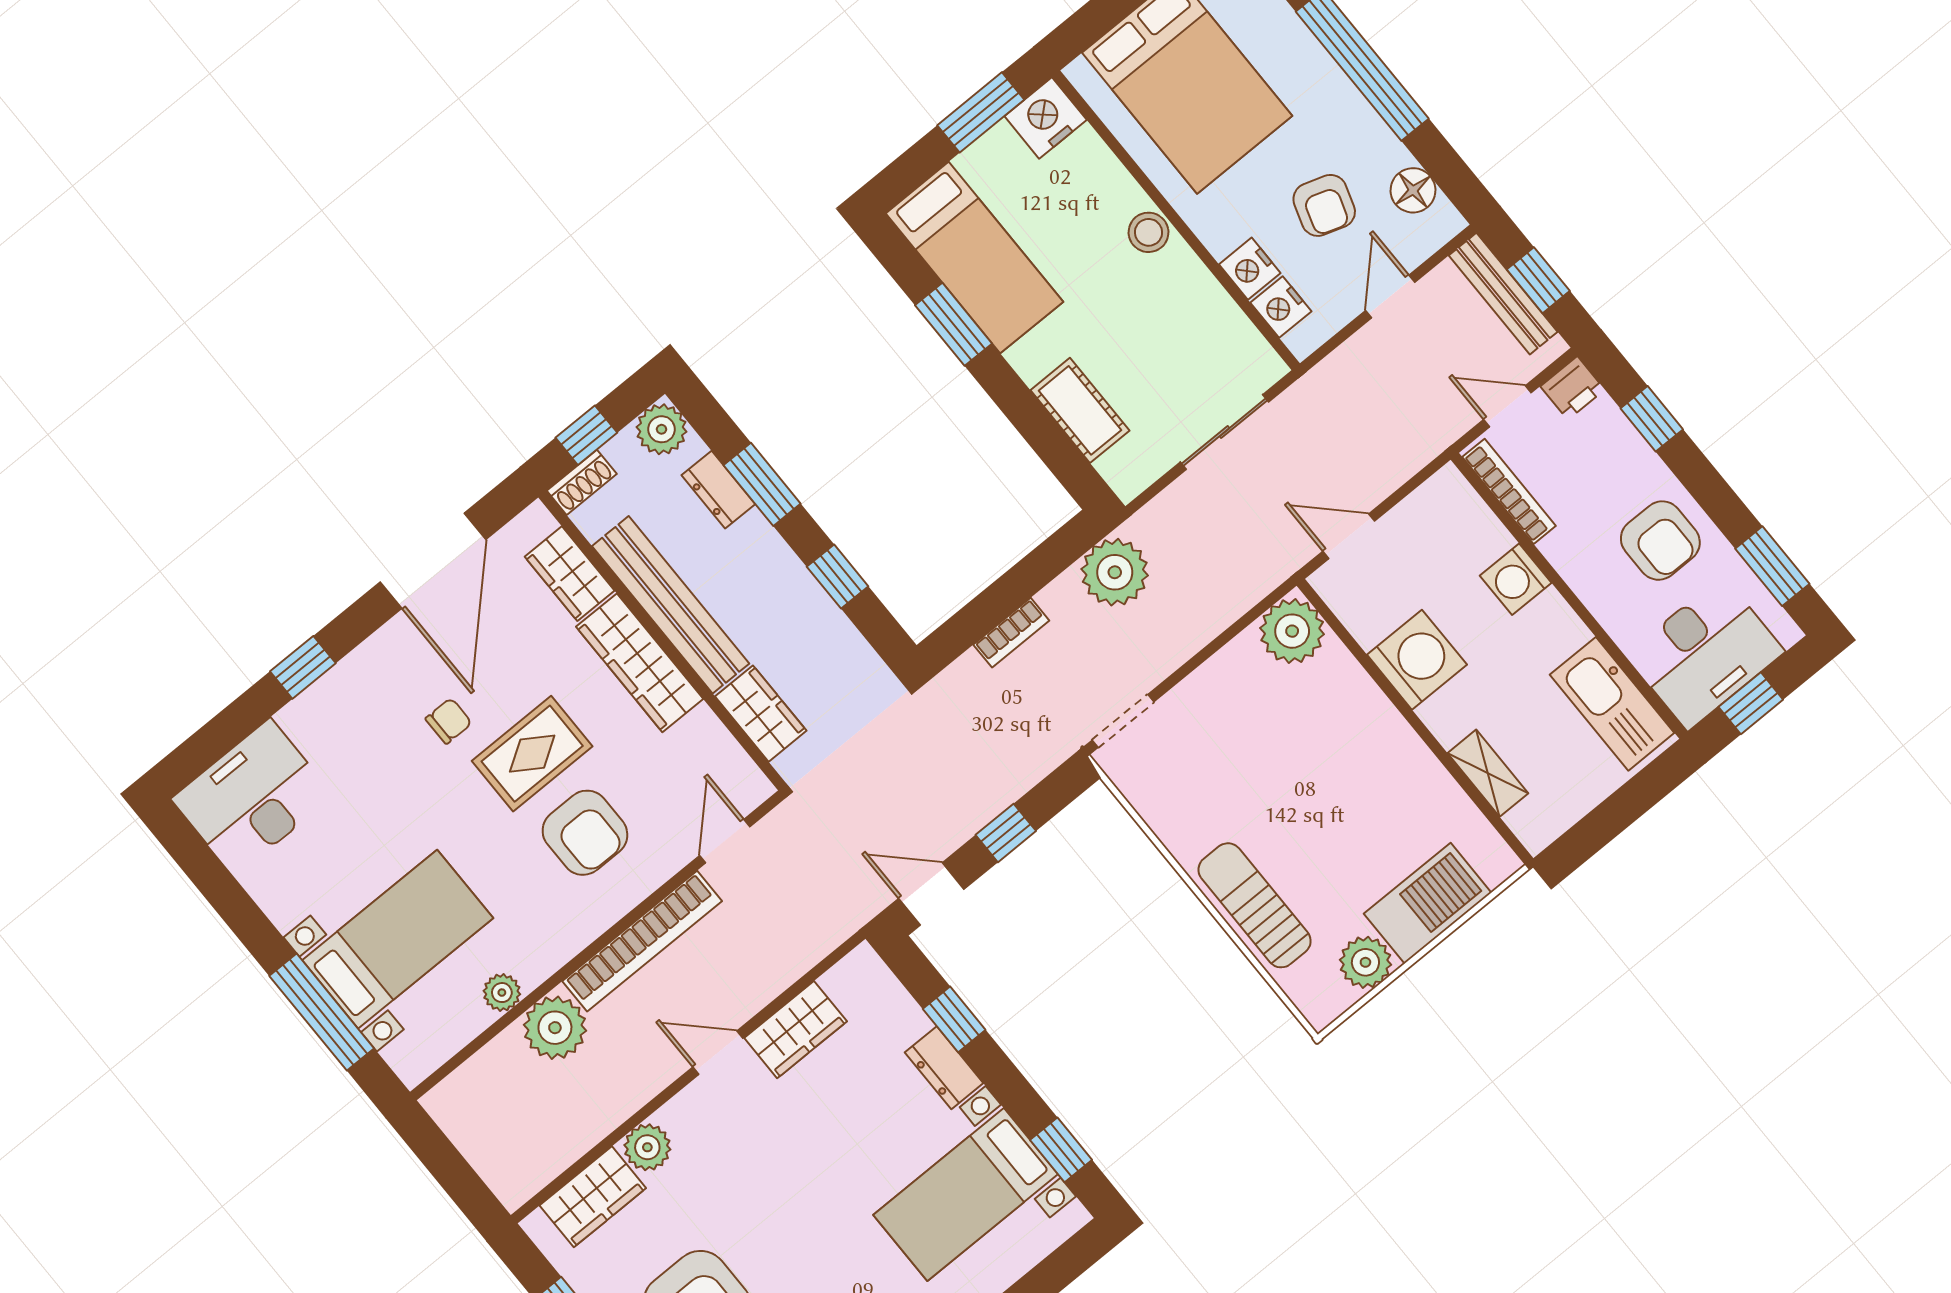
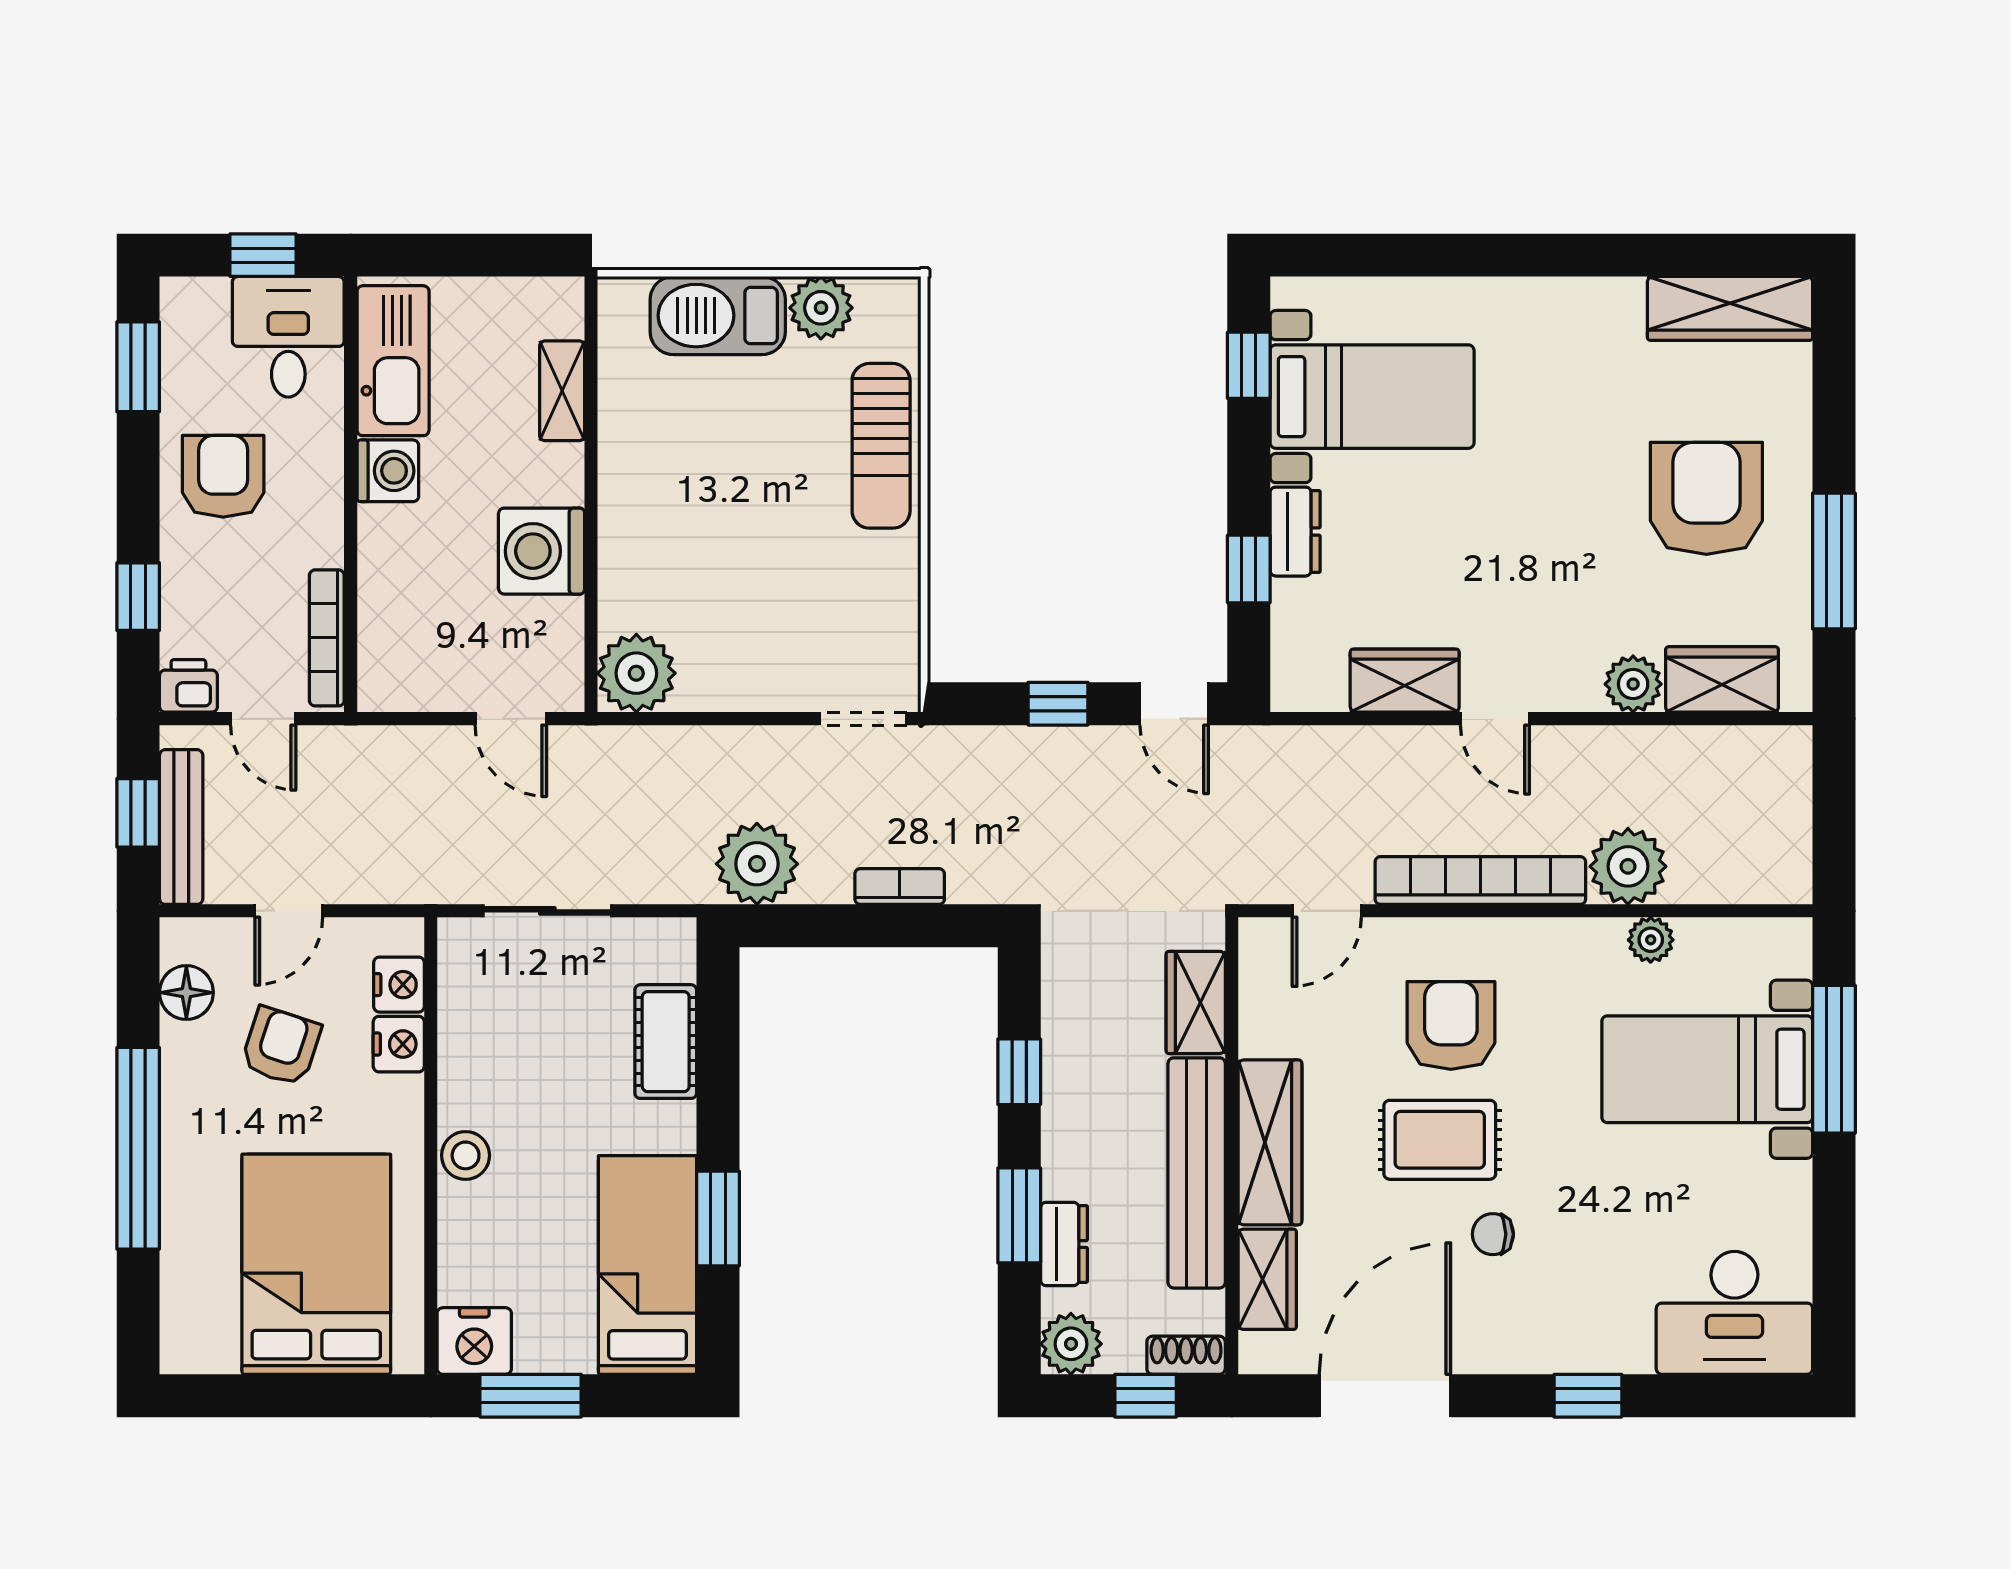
washing machine: (1516, 579) -> (388, 471), moved
desk: (1705, 653) -> (288, 337), width x0.73

